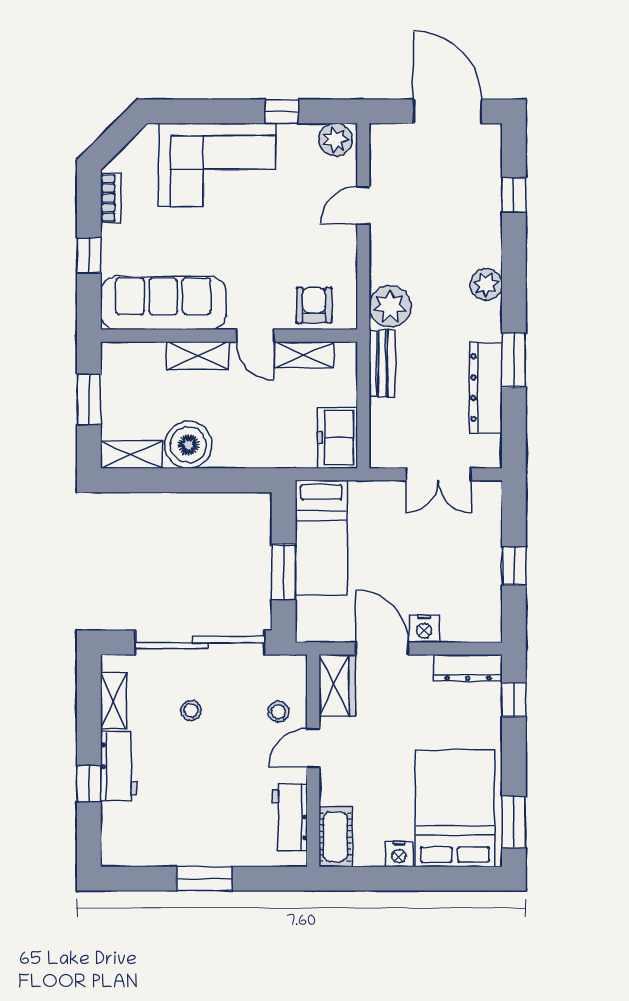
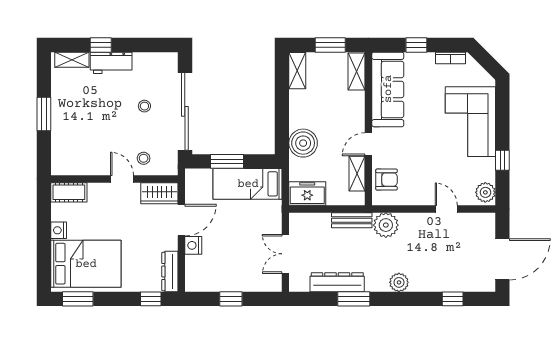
shelving: (198, 356) -> (356, 72), moved
boiler: (188, 445) -> (303, 143), moved
shelving: (113, 701) -> (72, 60), moved
workbench: (290, 817) -> (81, 165), removed

